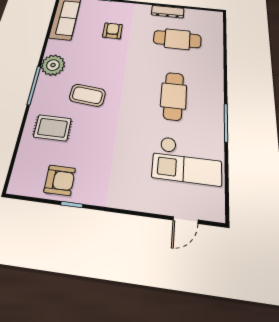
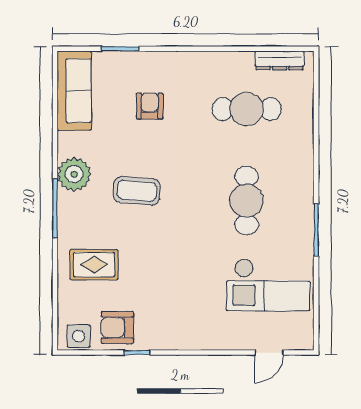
dresser: (168, 12) -> (279, 60), moved
coffee table: (87, 95) -> (137, 191), moved
armchair: (60, 180) -> (117, 327), turned 180
side table: (27, 183) -> (79, 336), added

